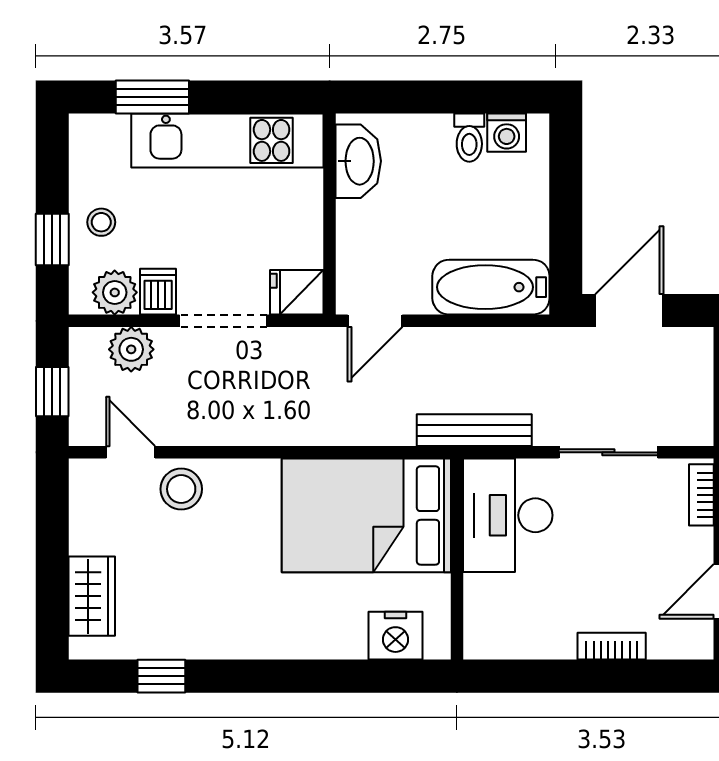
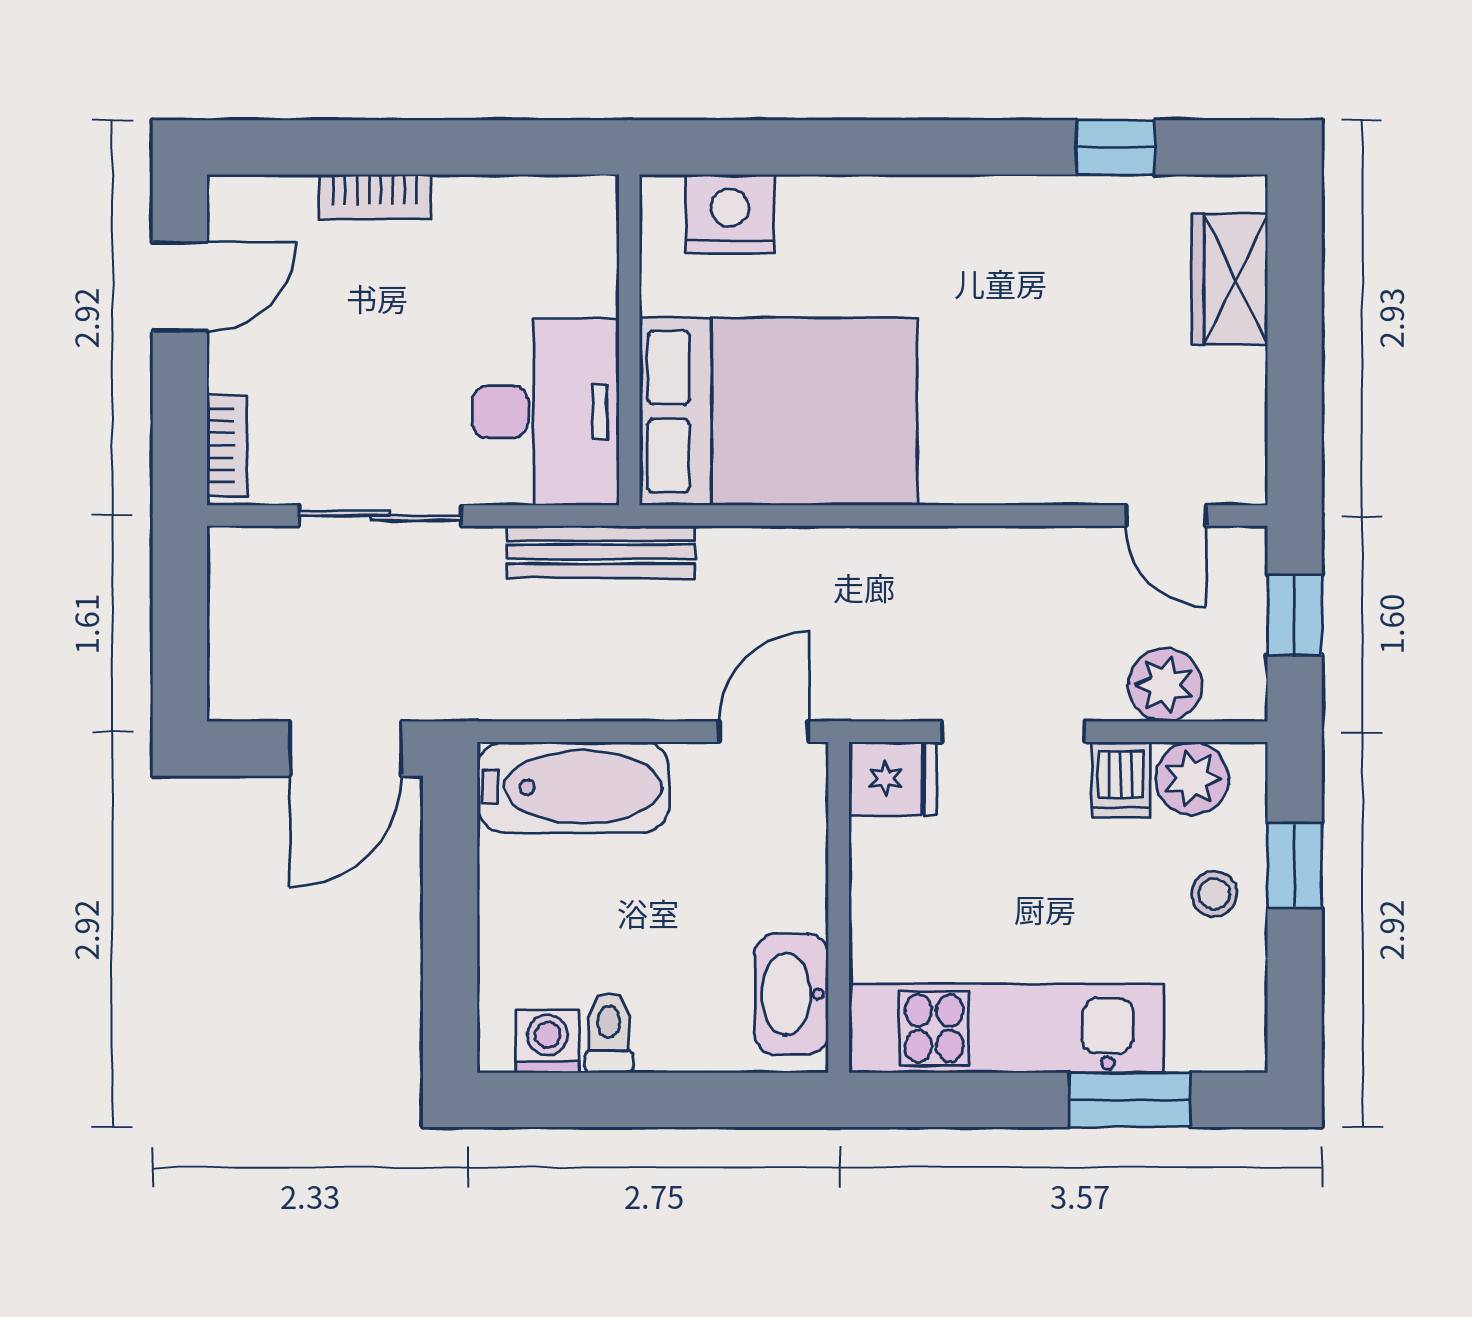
stool: (181, 489) -> (1083, 455), removed

